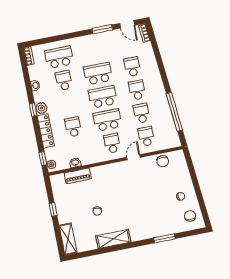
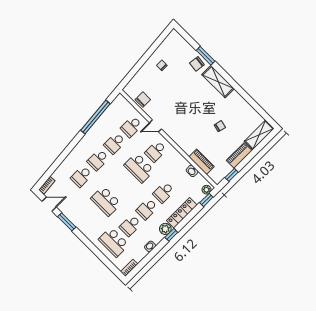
door: (127, 24) -> (49, 204), hinge flipped
school desk: (103, 97) -> (147, 209), moved, width x0.54
window: (53, 209) -> (232, 175), moved
piano: (62, 211) -> (239, 155), added
chair: (190, 216) -> (197, 64), moved
shelving: (113, 239) -> (218, 82), moved

